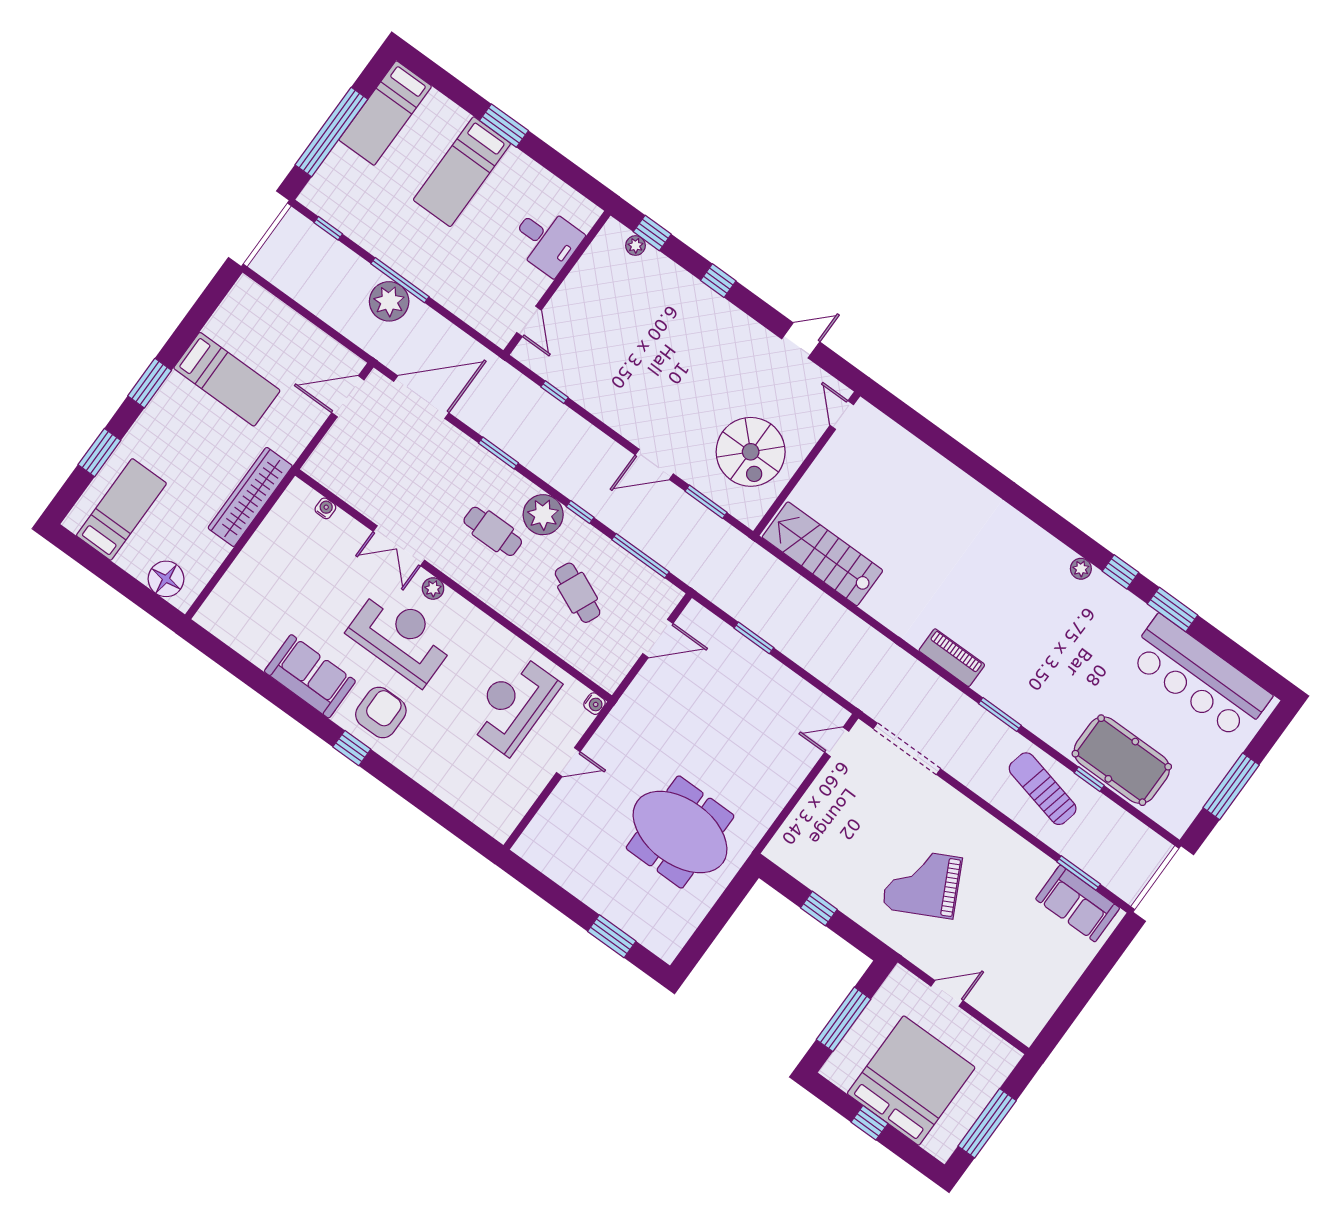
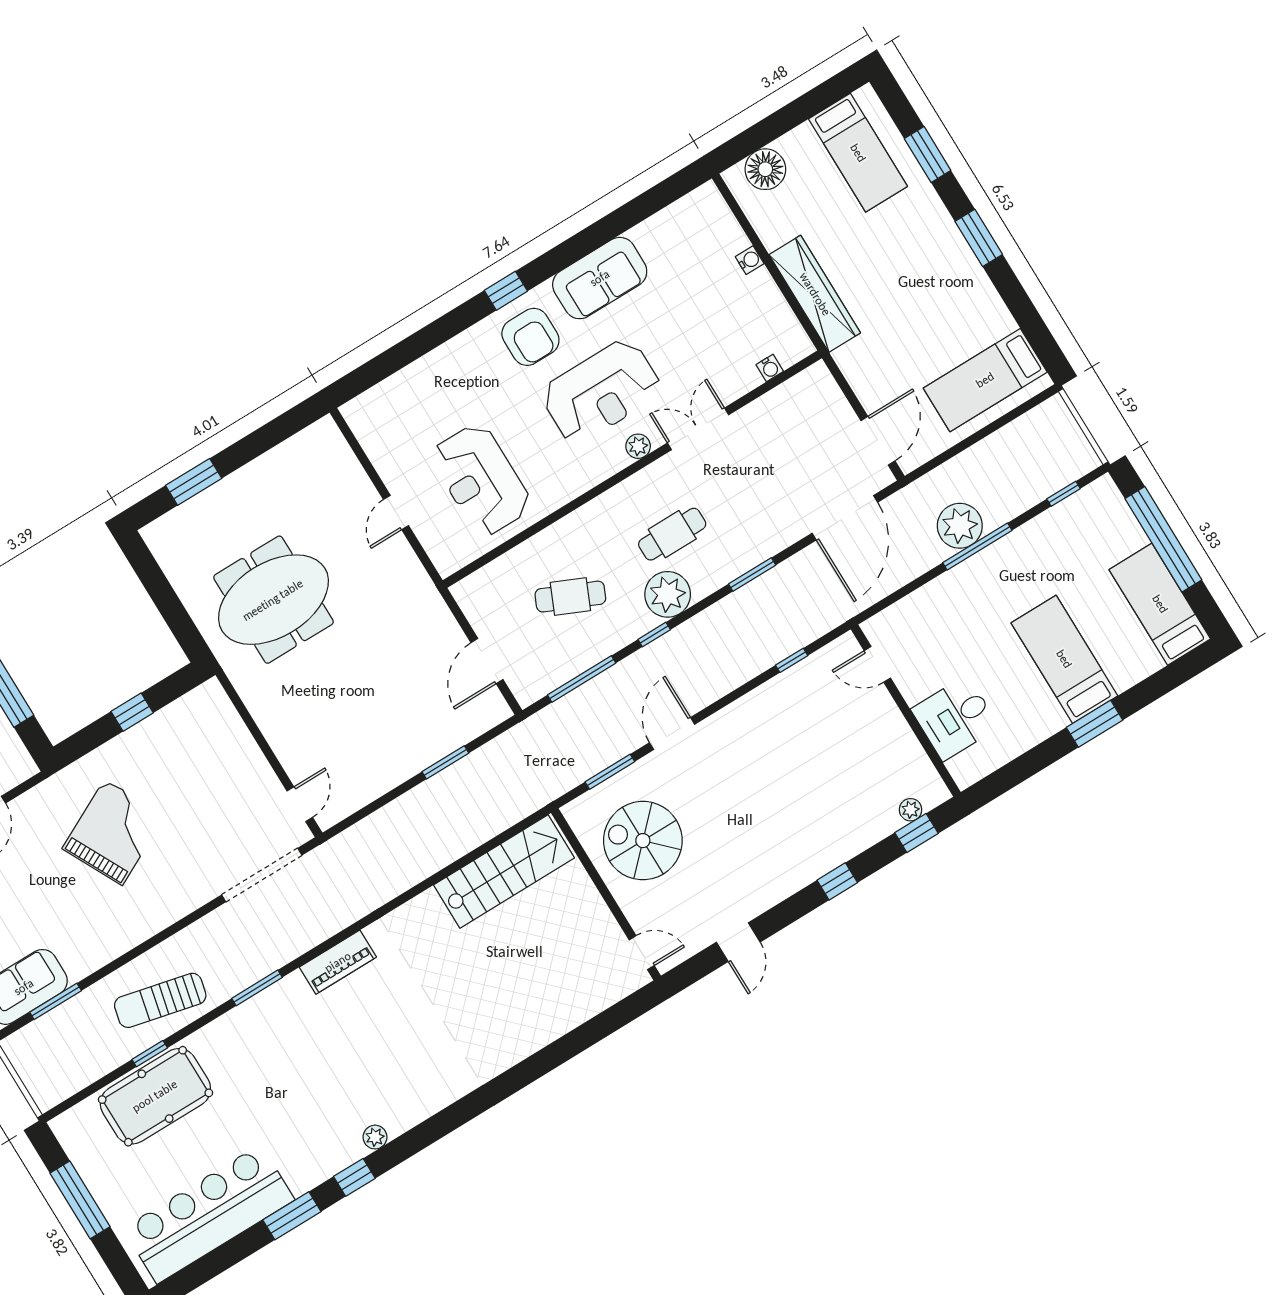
bed: (227, 379) -> (985, 380), moved
reception desk: (513, 704) -> (481, 480), turned 180
water cooler: (594, 704) -> (750, 260), moved, turned 180
sun lounger: (1043, 789) -> (160, 1000), turned 180

